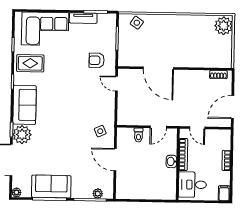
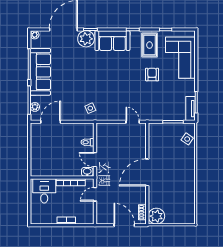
tv unit: (83, 18) -> (190, 109), moved
plant: (224, 26) -> (156, 216), moved
armchair: (97, 60) -> (152, 74), moved
door: (158, 68) -> (147, 172), moved
door: (116, 84) -> (133, 122), hinge flipped
door: (233, 107) -> (124, 225), moved
door: (115, 160) -> (51, 122), moved
washbasin: (171, 161) -> (87, 172), moved
sofa: (51, 187) -> (40, 72), width x1.36
filing cabinet: (224, 193) -> (37, 219), removed

